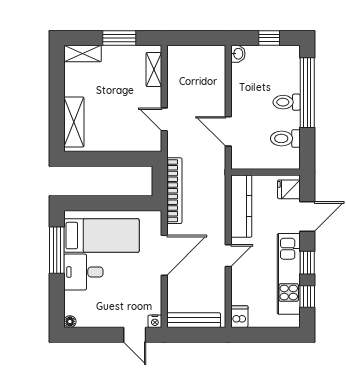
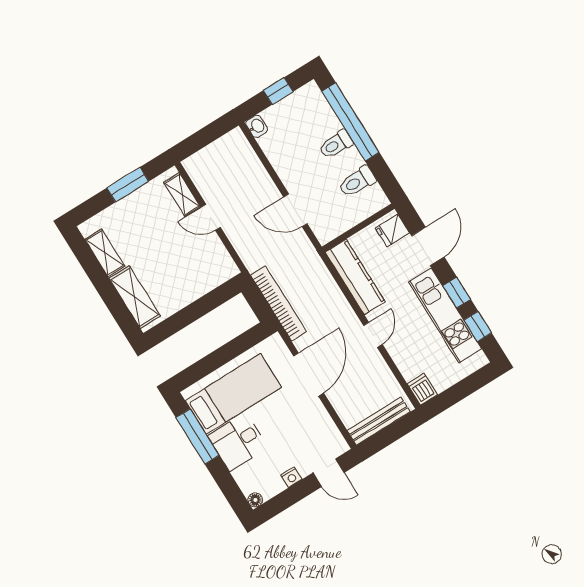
shelving: (83, 53) -> (105, 253), moved, turned 90
door: (164, 119) -> (211, 217), moved
nightstand: (155, 321) -> (291, 477), moved

